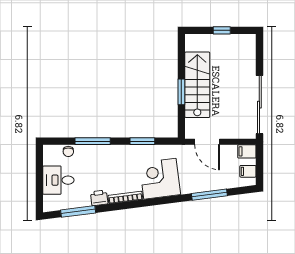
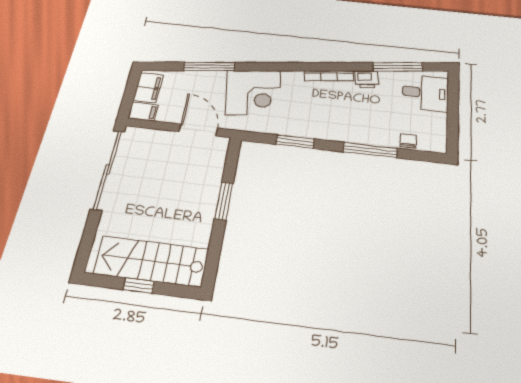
stairs: (197, 85) -> (151, 261), moved, turned 90
filing cabinet: (248, 171) -> (148, 88), width x2.00
corner desk: (160, 179) -> (253, 92), moved
desk: (58, 180) -> (425, 93), moved

